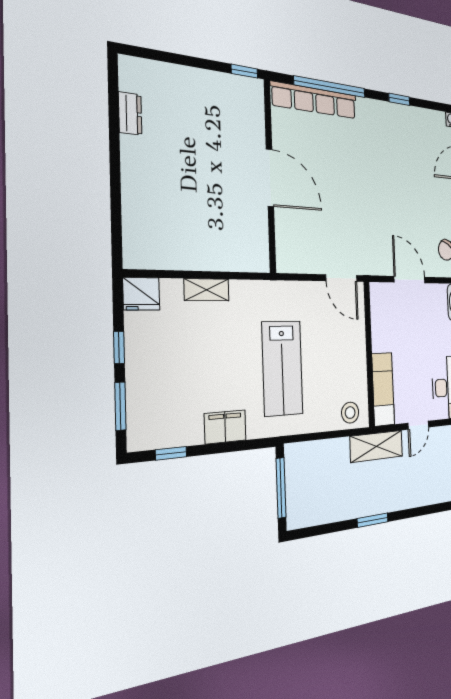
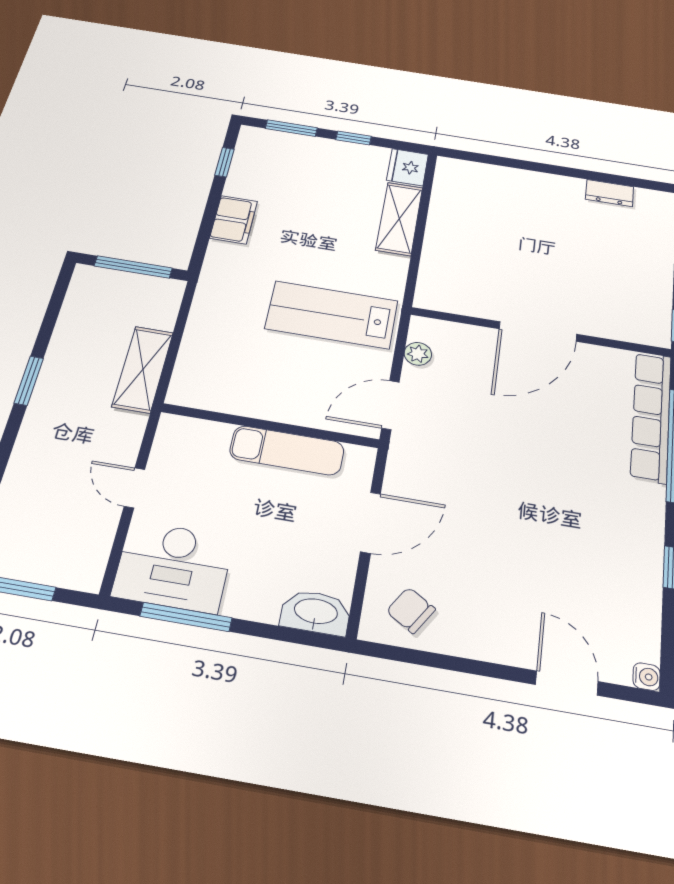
plant: (304, 264) -> (418, 354), added
shelving: (207, 290) -> (399, 219), width x1.50, depth x1.33
lab bench: (282, 368) -> (332, 315), moved
exam couch: (383, 389) -> (287, 450), moved
stool: (350, 413) -> (195, 378), removed
shelving: (377, 446) -> (143, 369), moved

